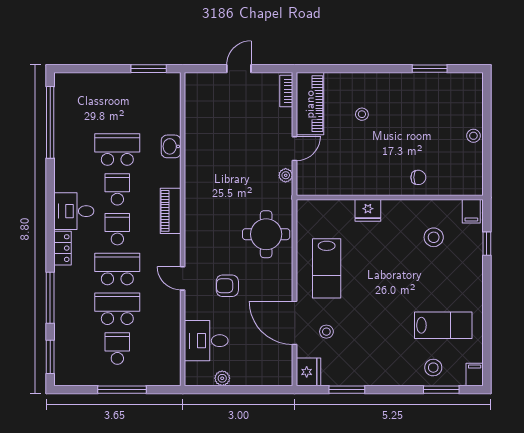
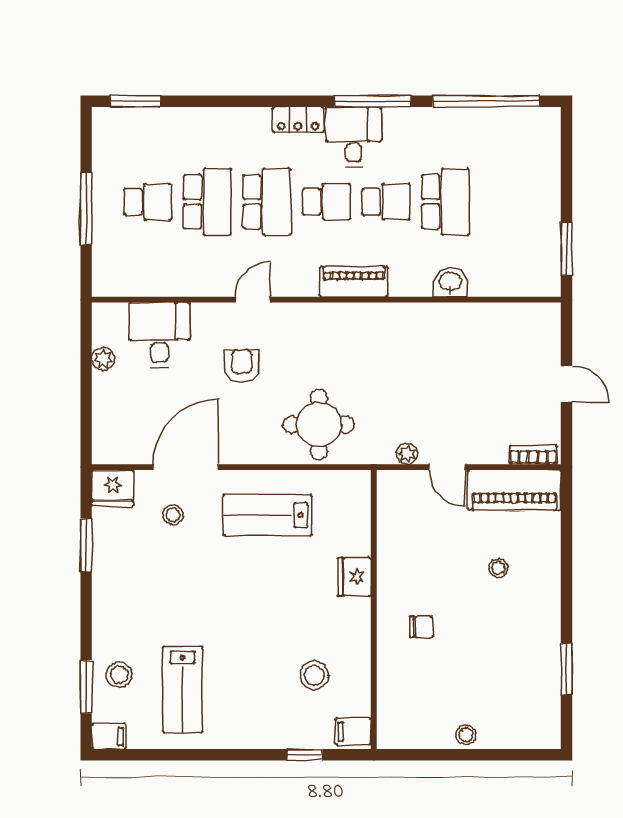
chair: (418, 177) -> (421, 627), moved, turned -90
window: (50, 298) -> (373, 101), moved

